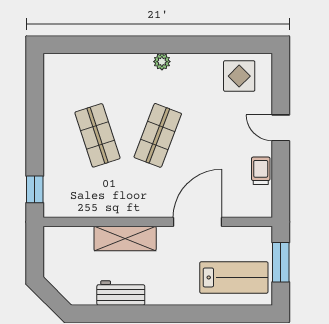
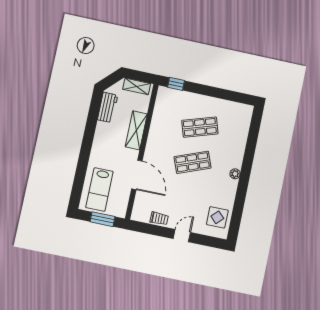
shop shelf: (158, 135) -> (193, 162), turned -42
shelving: (53, 253) -> (137, 86), added
workbench: (121, 293) -> (108, 107), moved

